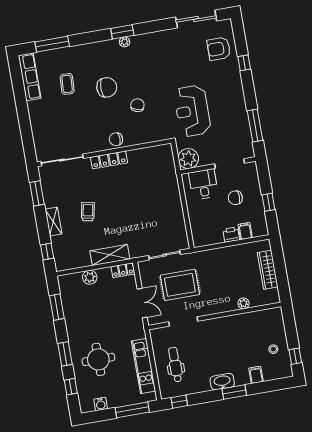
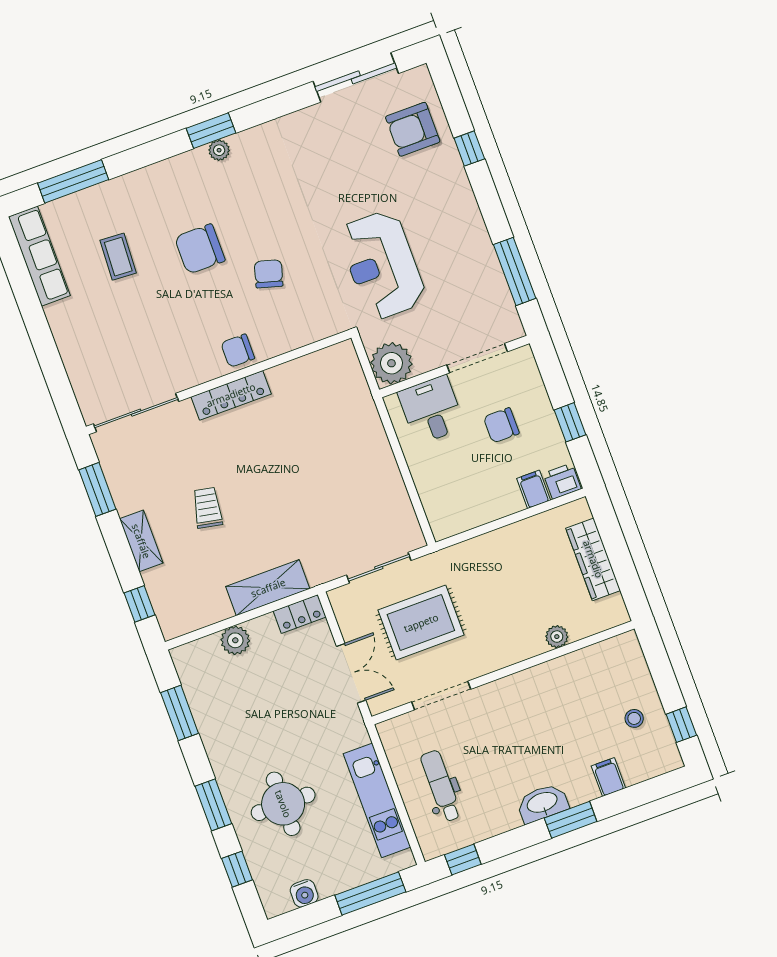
chair: (107, 87) -> (200, 249), turned 180
printer: (231, 235) -> (562, 481), moved

